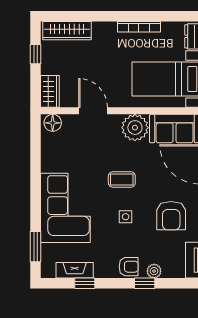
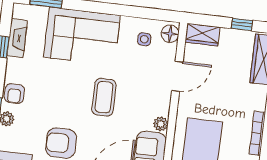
plant: (135, 128) -> (161, 124), width x0.53, depth x0.53
coffee table: (122, 179) -> (104, 97), width x1.36, depth x1.30
side table: (126, 217) -> (144, 39), moved

